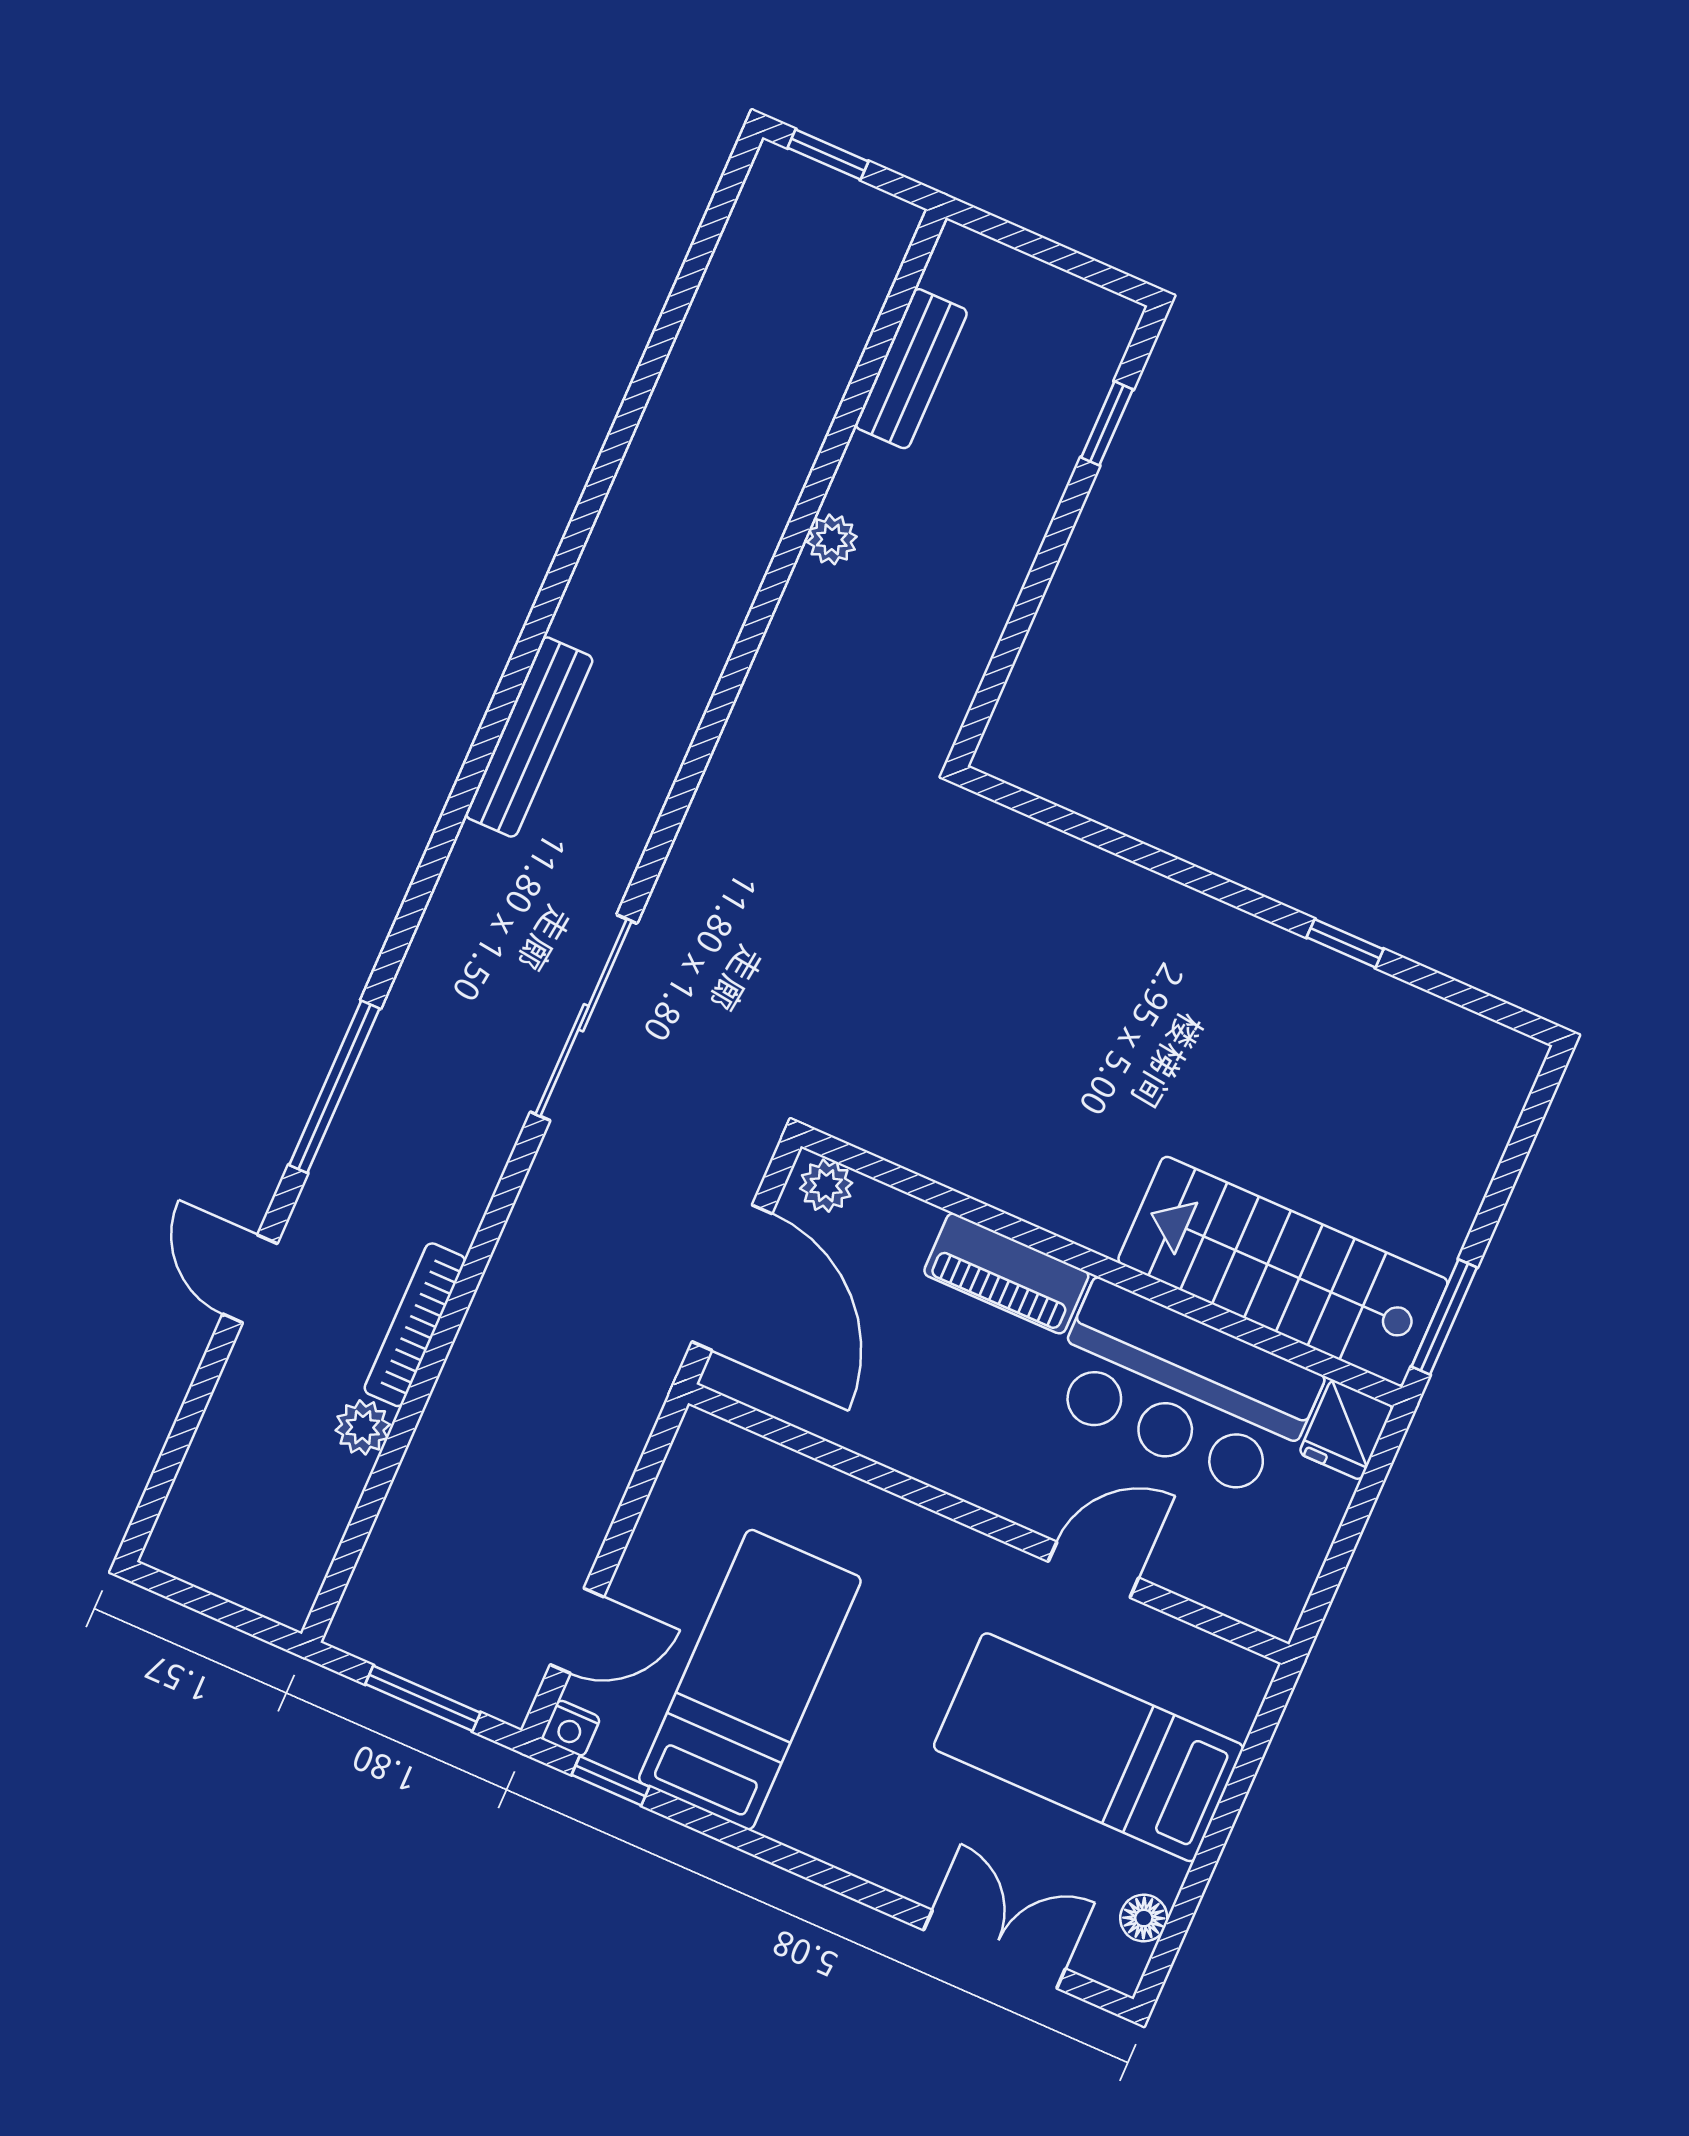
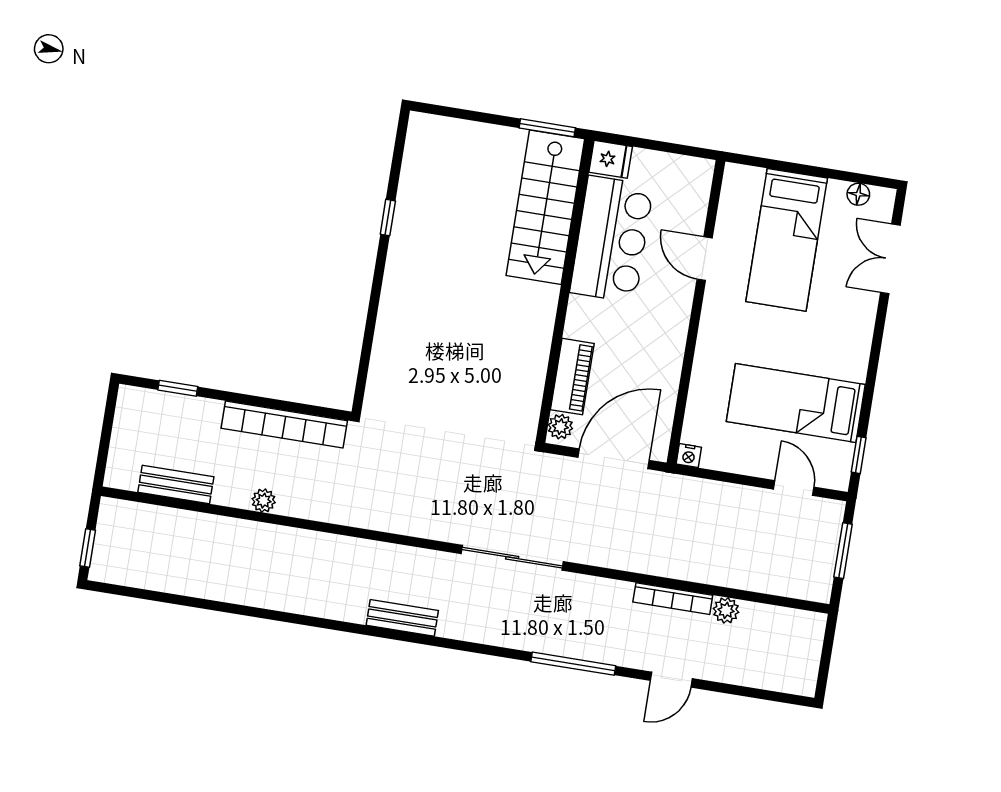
bookcase: (977, 622) -> (284, 424), added
bench: (529, 737) -> (402, 618), width x0.73
piano: (1006, 1273) -> (572, 377), moved
nightstand: (571, 1728) -> (689, 456), moved, turned 90

